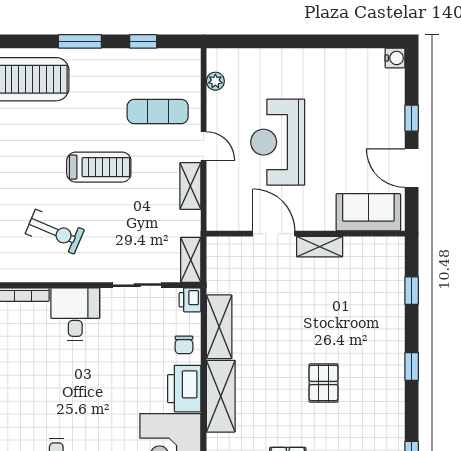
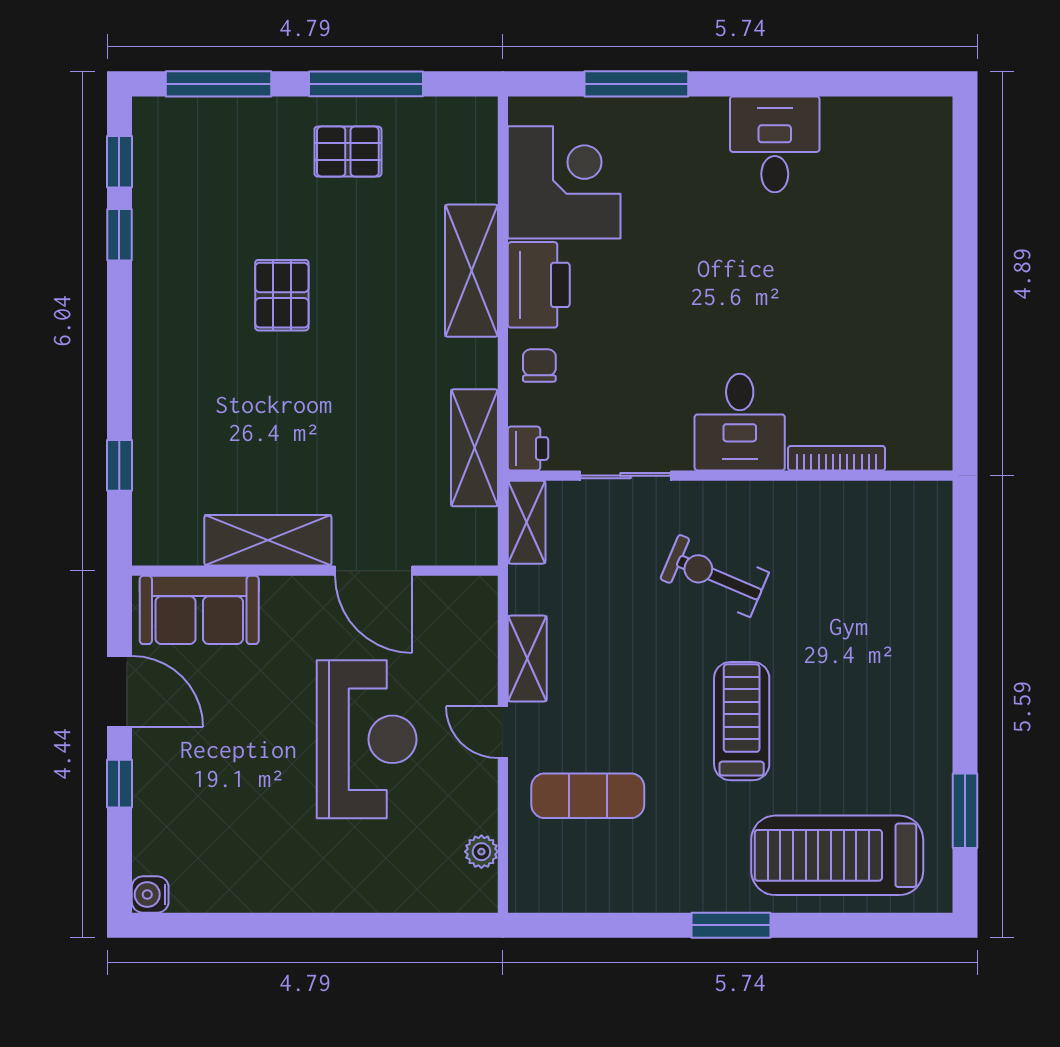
window: (143, 41) -> (615, 925), removed
treadmill: (99, 167) -> (742, 721), moved, turned 90
exercise bike: (55, 232) -> (715, 576), moved
shelving: (320, 247) -> (268, 540), width x1.50, depth x1.33
shelving: (219, 327) -> (475, 448), moved
window: (412, 366) -> (119, 235), moved

